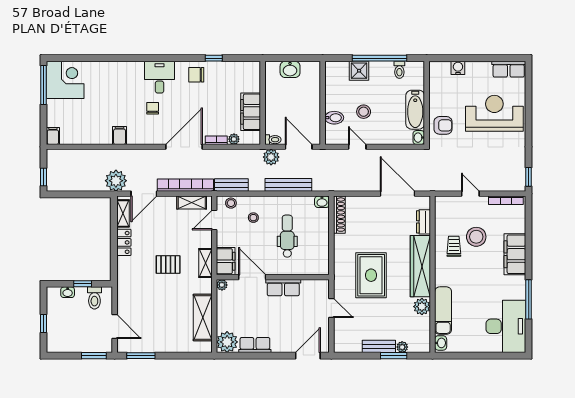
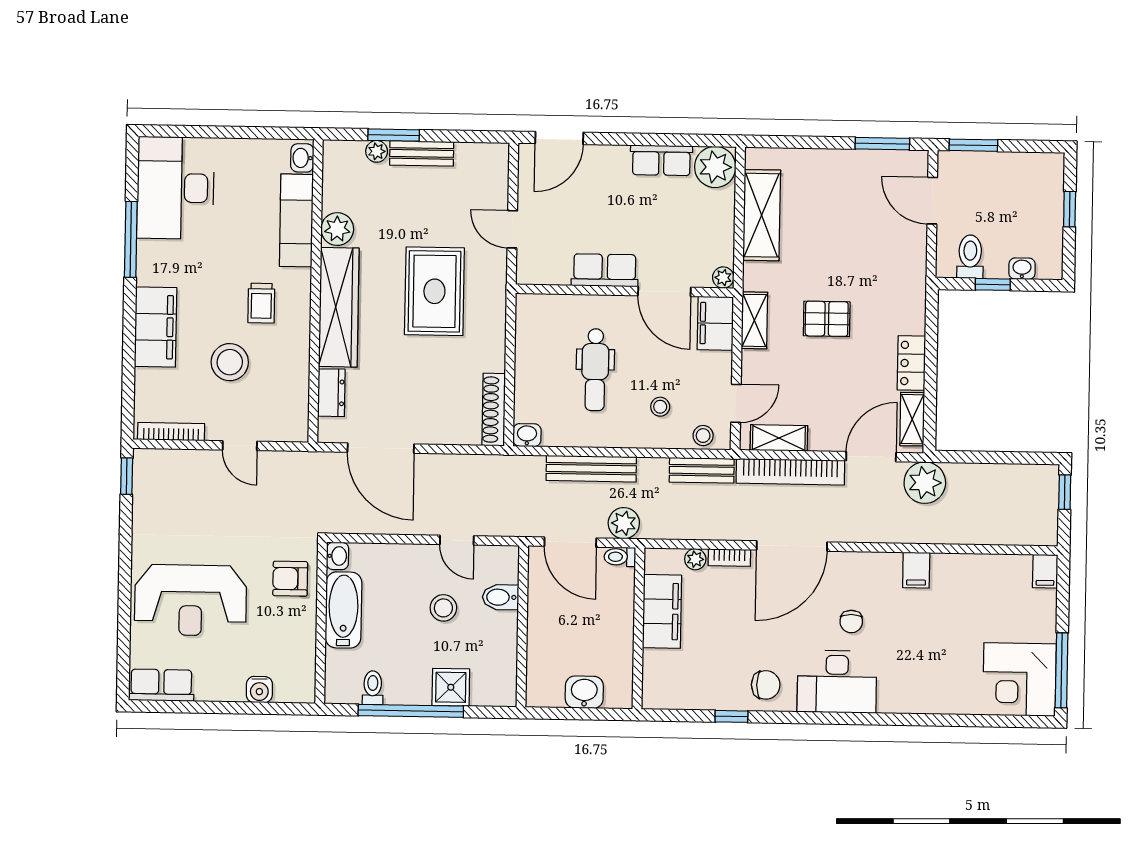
desk: (160, 77) -> (837, 682), width x1.37
trolley: (454, 246) -> (261, 303), moved

